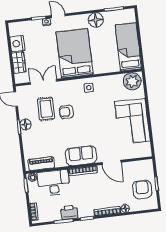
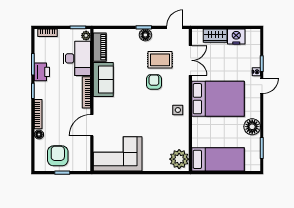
corner sofa: (132, 121) -> (118, 154), moved
sofa: (81, 156) -> (103, 79), moved
armchair: (142, 189) -> (58, 156), turned -90

